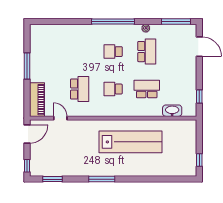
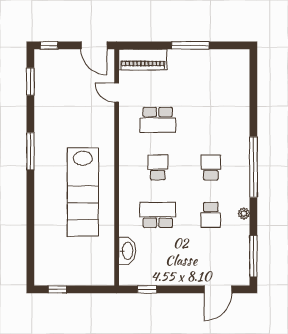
school desk: (147, 52) -> (211, 215), width x0.54
school desk: (147, 89) -> (158, 215), turned -90
door: (60, 118) -> (117, 93), swing flipped

